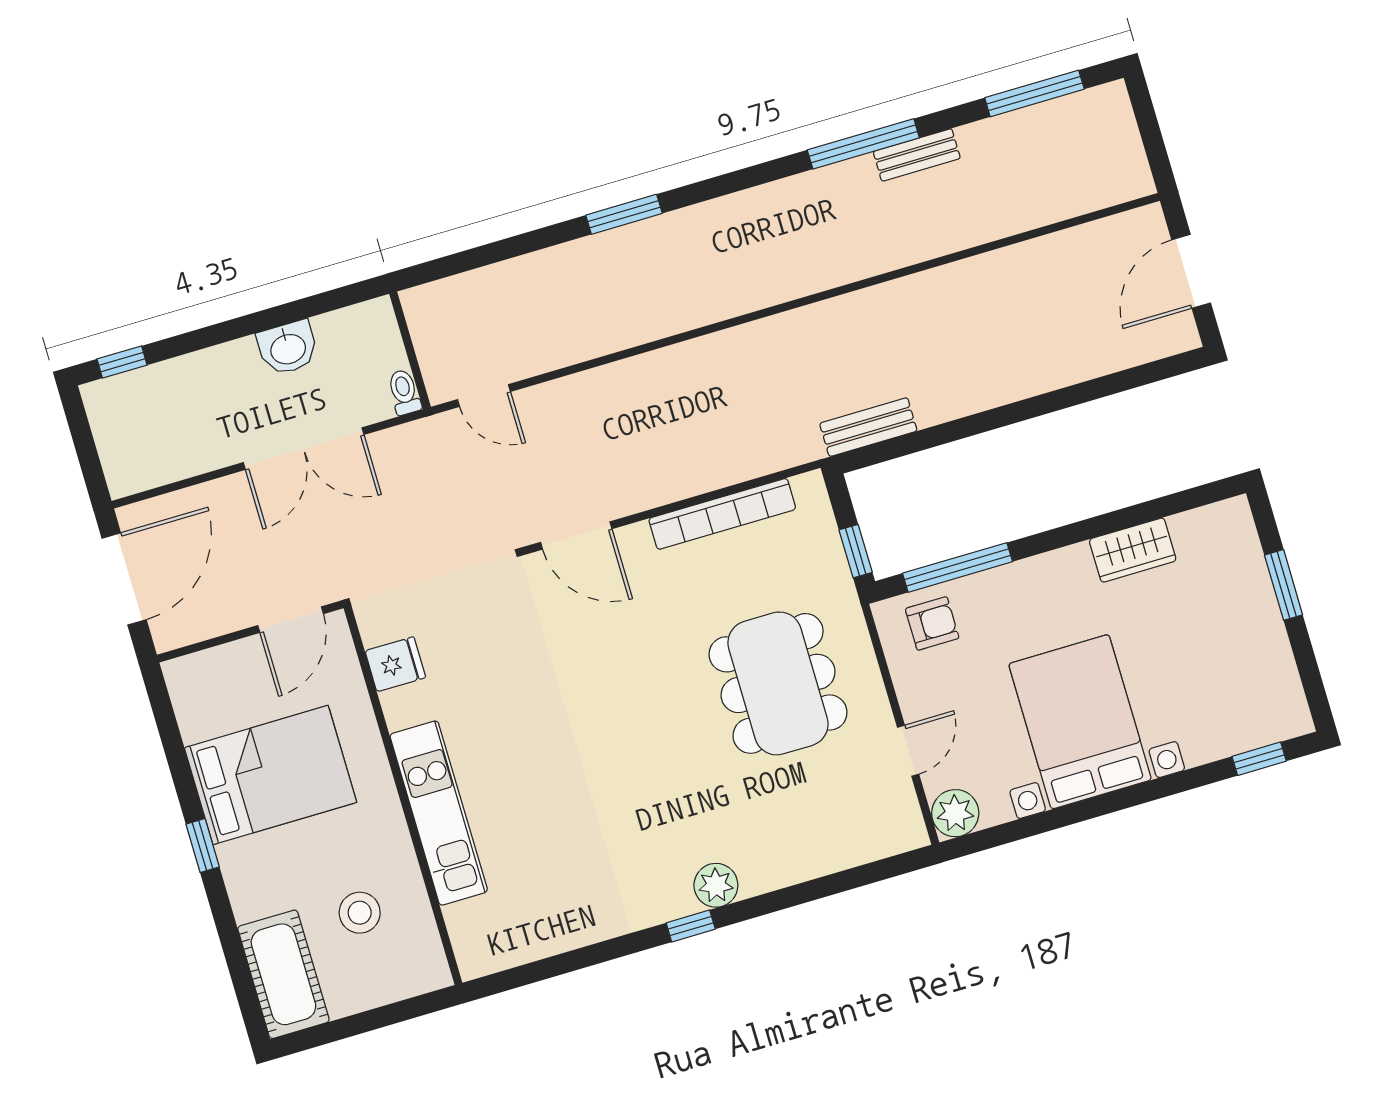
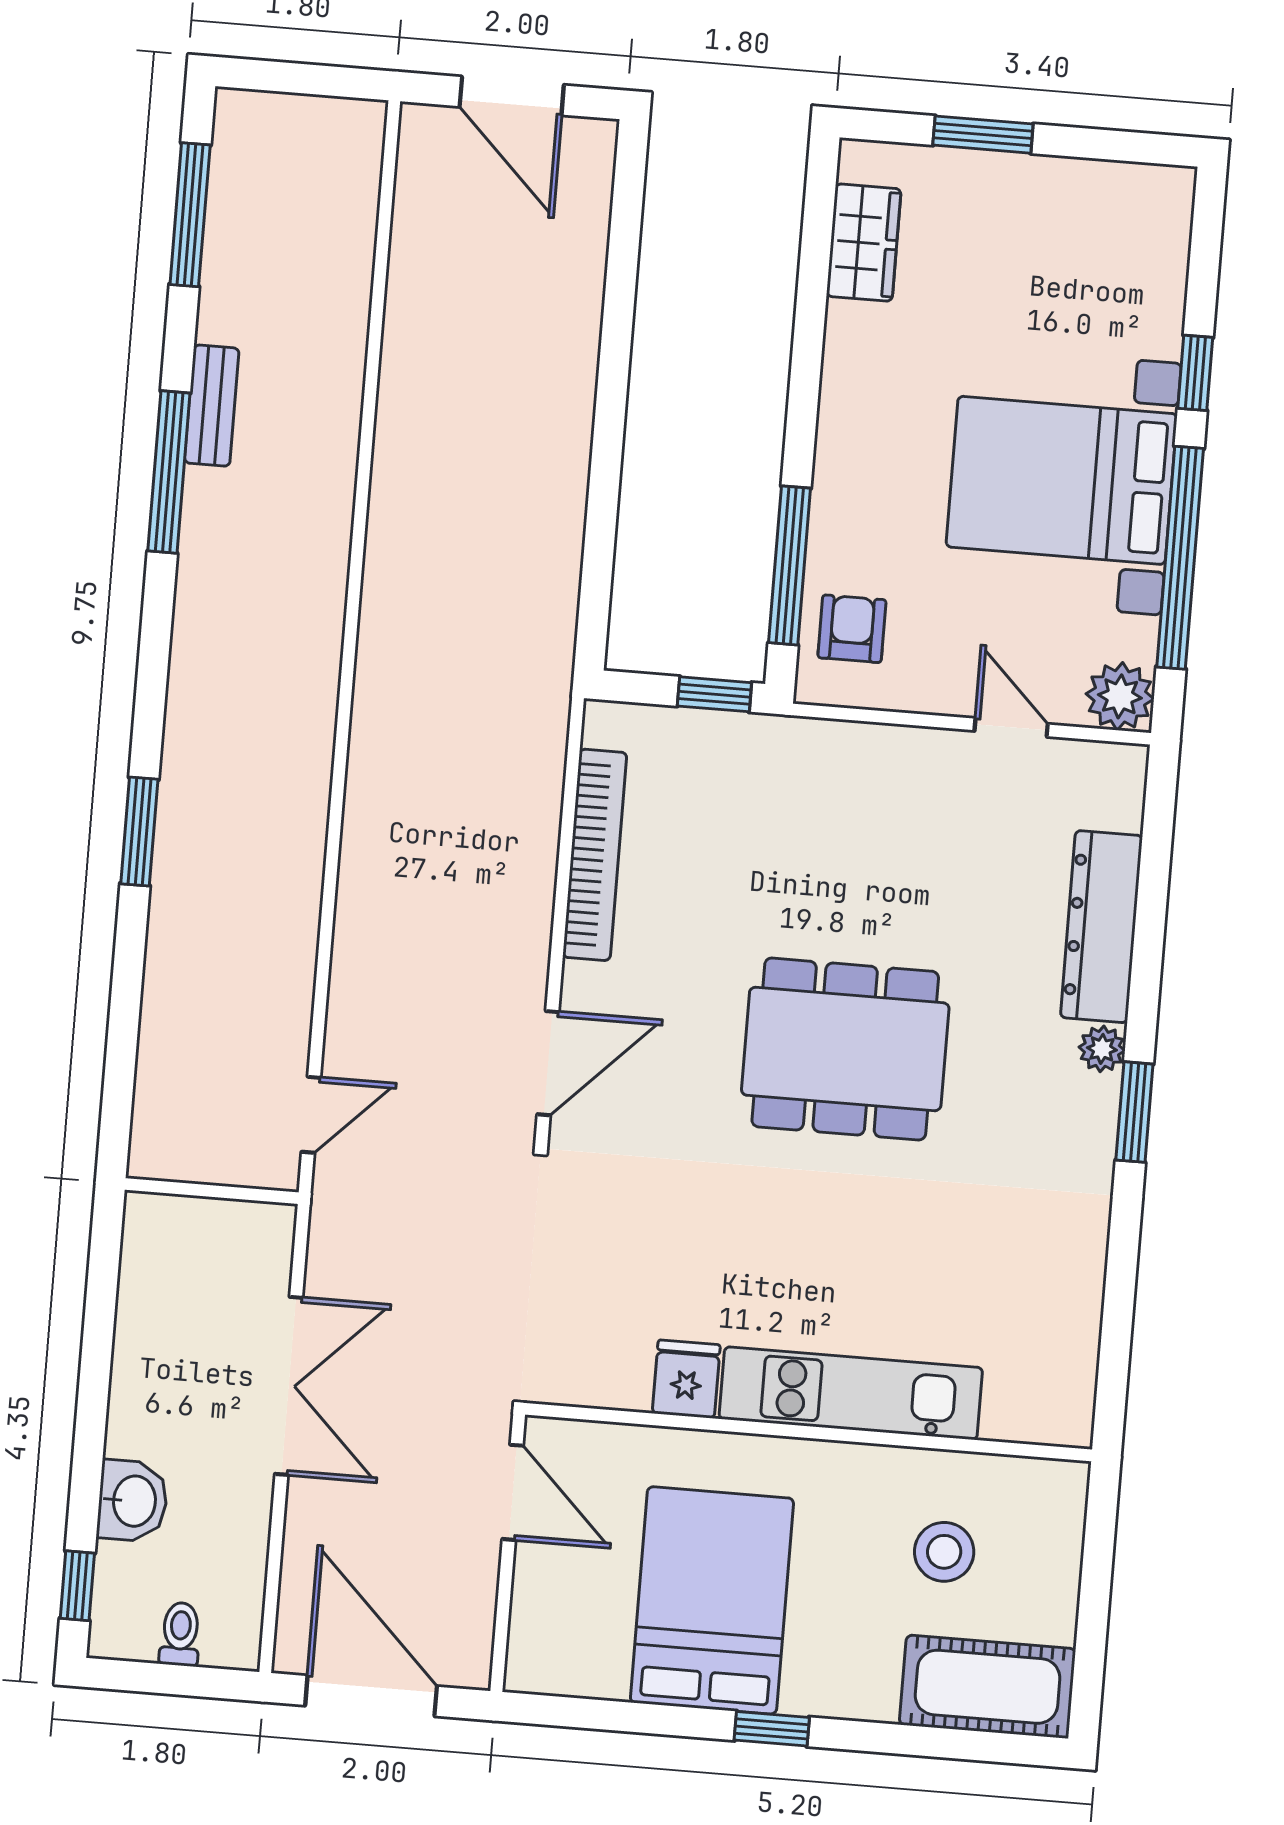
washbasin: (288, 348) -> (133, 1501), moved
toilet: (404, 392) -> (180, 1634), moved, turned 90
bench: (868, 427) -> (554, 613), removed
wardrobe: (1133, 550) -> (864, 243), moved
fridge: (395, 664) -> (686, 1379), moved
dining table: (778, 683) -> (845, 1049), moved
window: (1259, 759) -> (1195, 373), moved
window: (1060, 817) -> (1180, 558), added
dresser: (802, 859) -> (1101, 927), added
plant: (716, 885) -> (1102, 1049), width x0.73, depth x0.73
window: (691, 926) -> (1134, 1112), width x1.50

